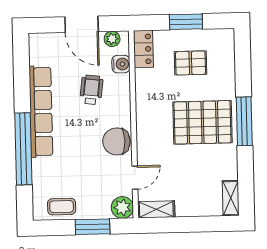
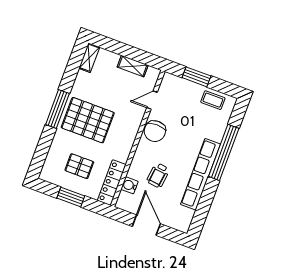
plant: (112, 39) -> (129, 206), removed
locker: (143, 49) -> (112, 183), width x1.53
chair: (116, 141) -> (155, 131), turned 90
plant: (122, 207) -> (170, 82), removed
shelving: (156, 209) -> (133, 66), moved

